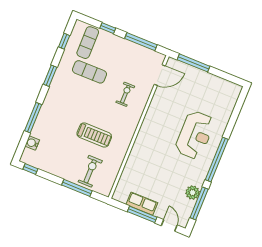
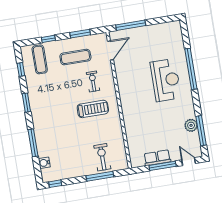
window: (141, 42) -> (80, 34), width x0.69
exercise mat: (90, 72) -> (75, 57), moved
treadmill: (94, 135) -> (93, 109), moved
window: (217, 160) -> (191, 69), moved

